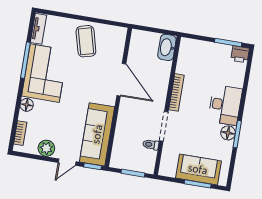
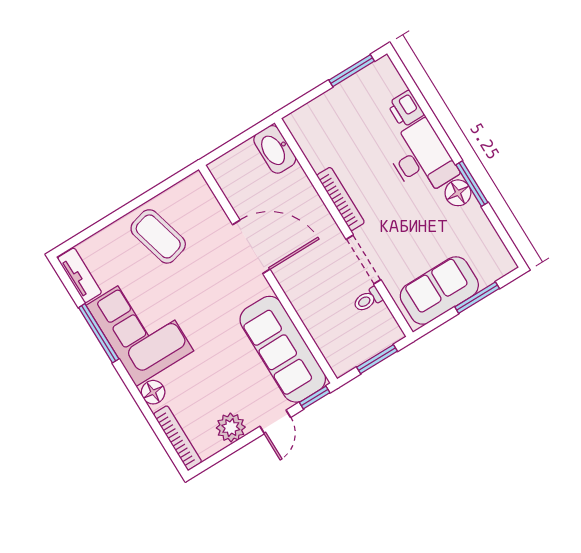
printer: (240, 54) -> (406, 109), moved, turned 90
bookcase: (20, 133) -> (178, 438), width x1.56
sofa: (198, 169) -> (439, 290), moved

